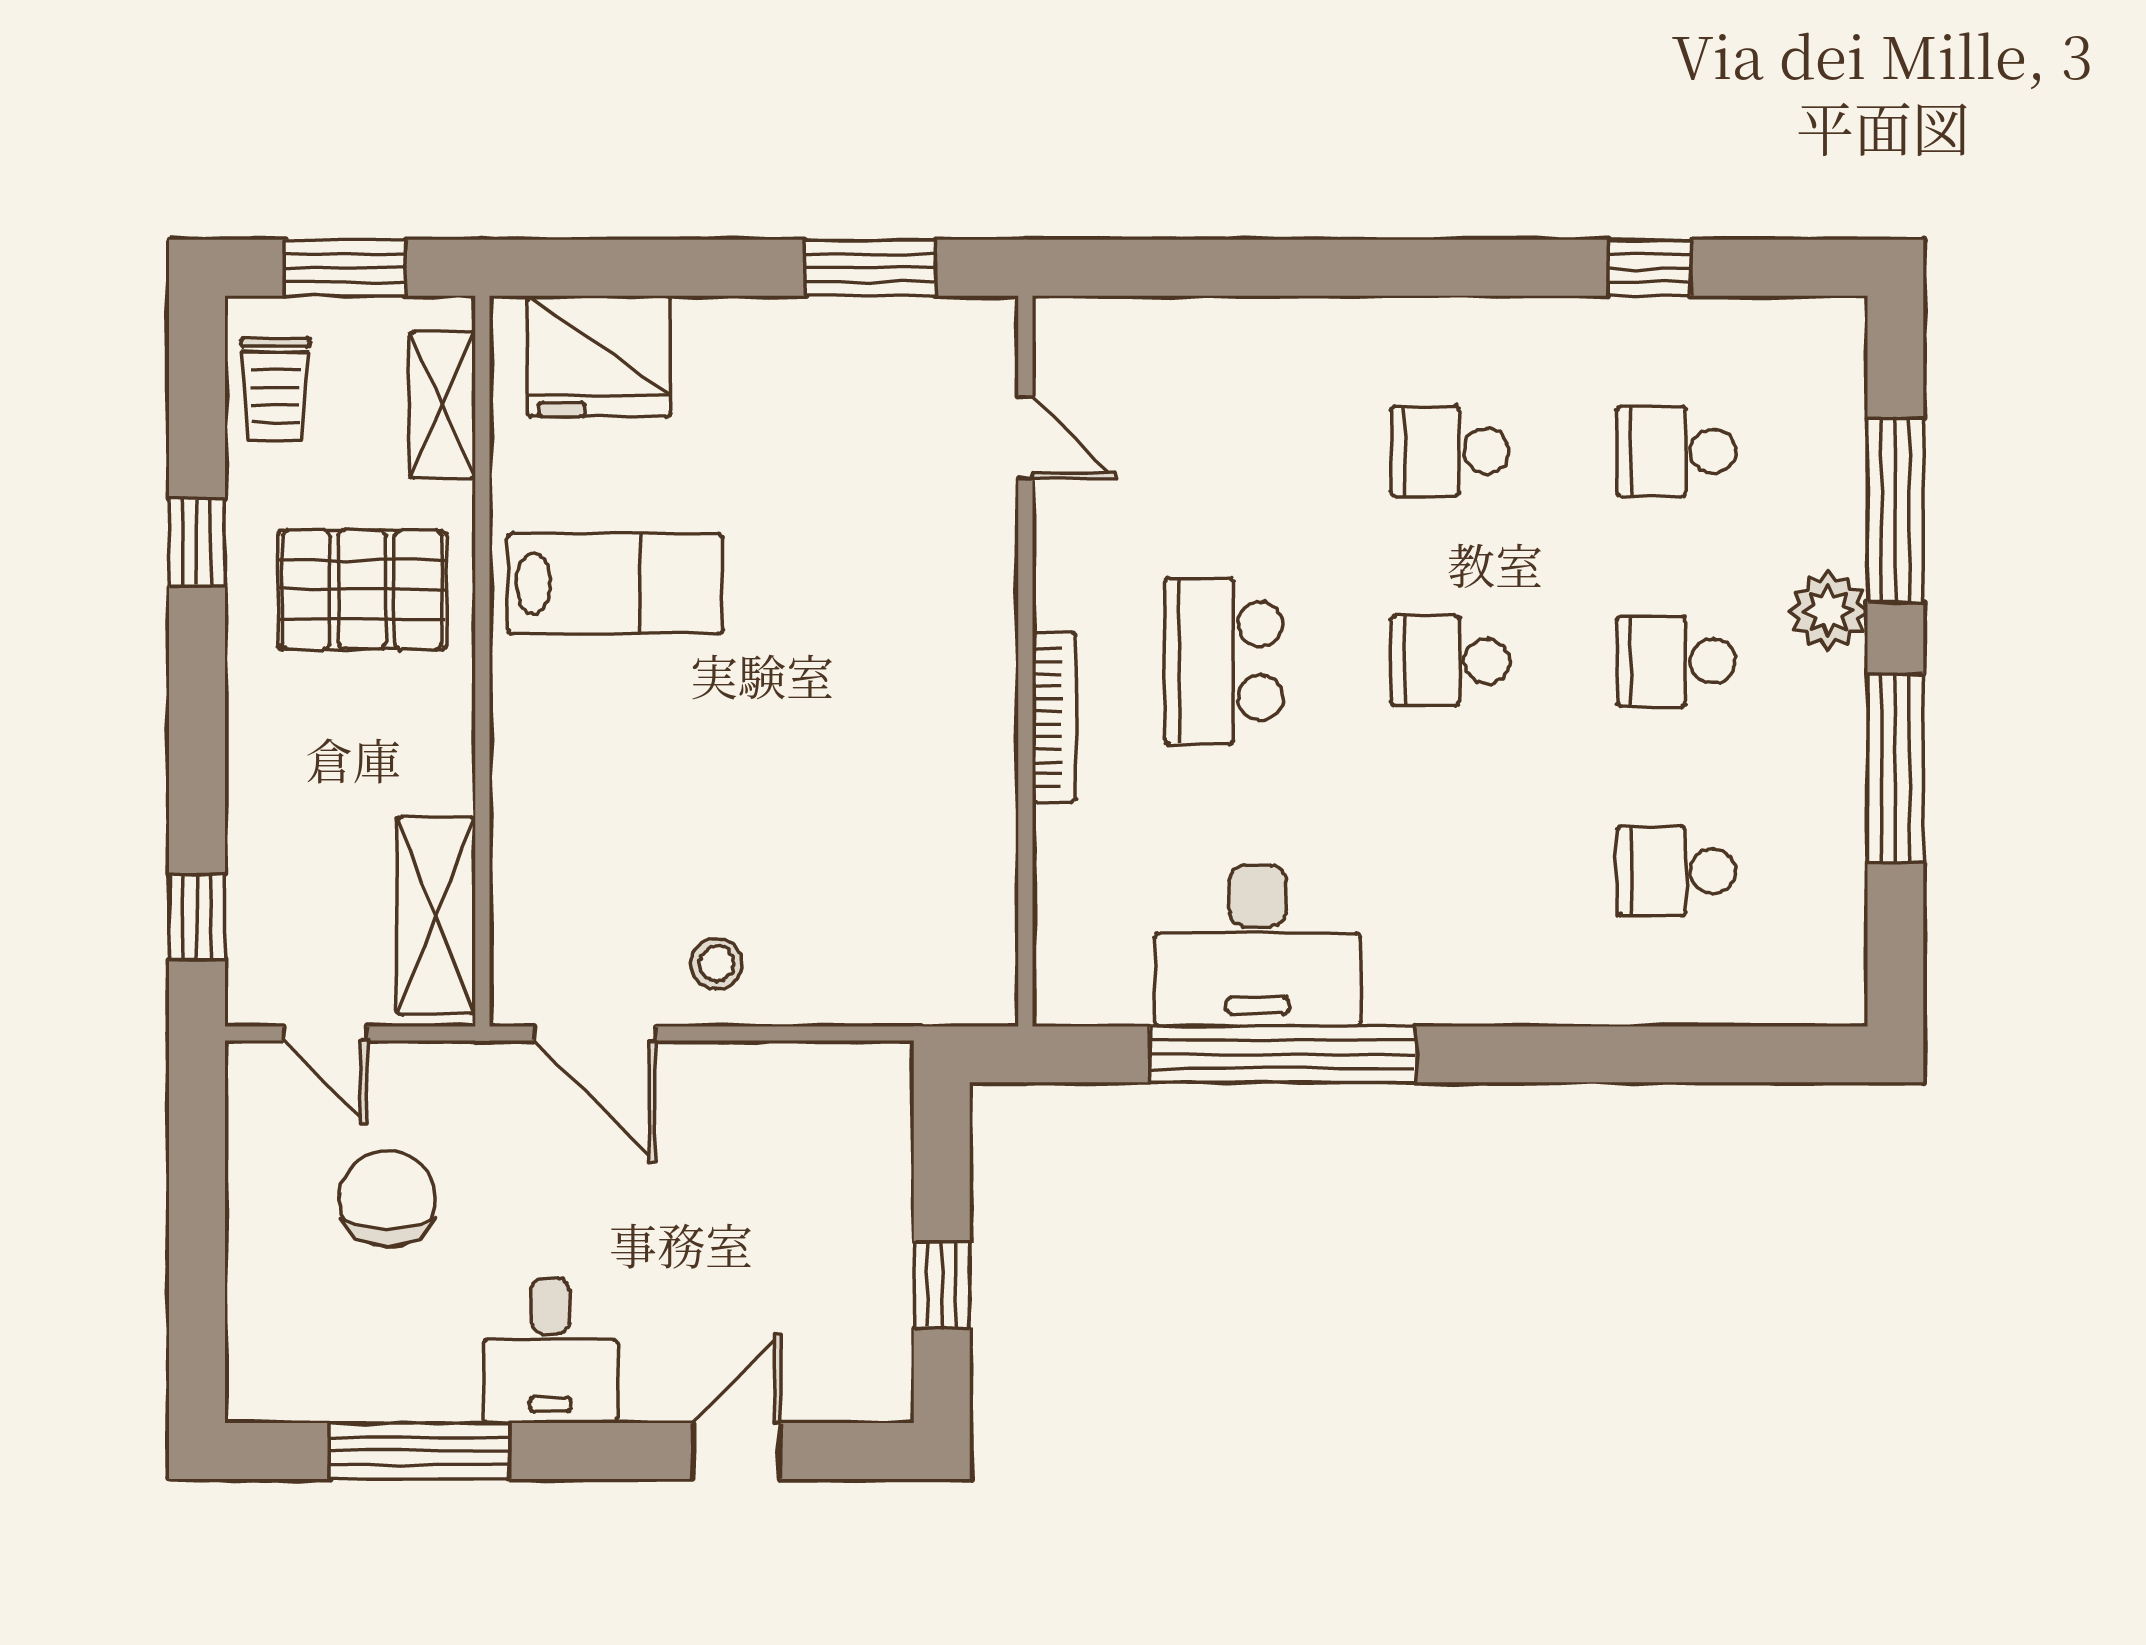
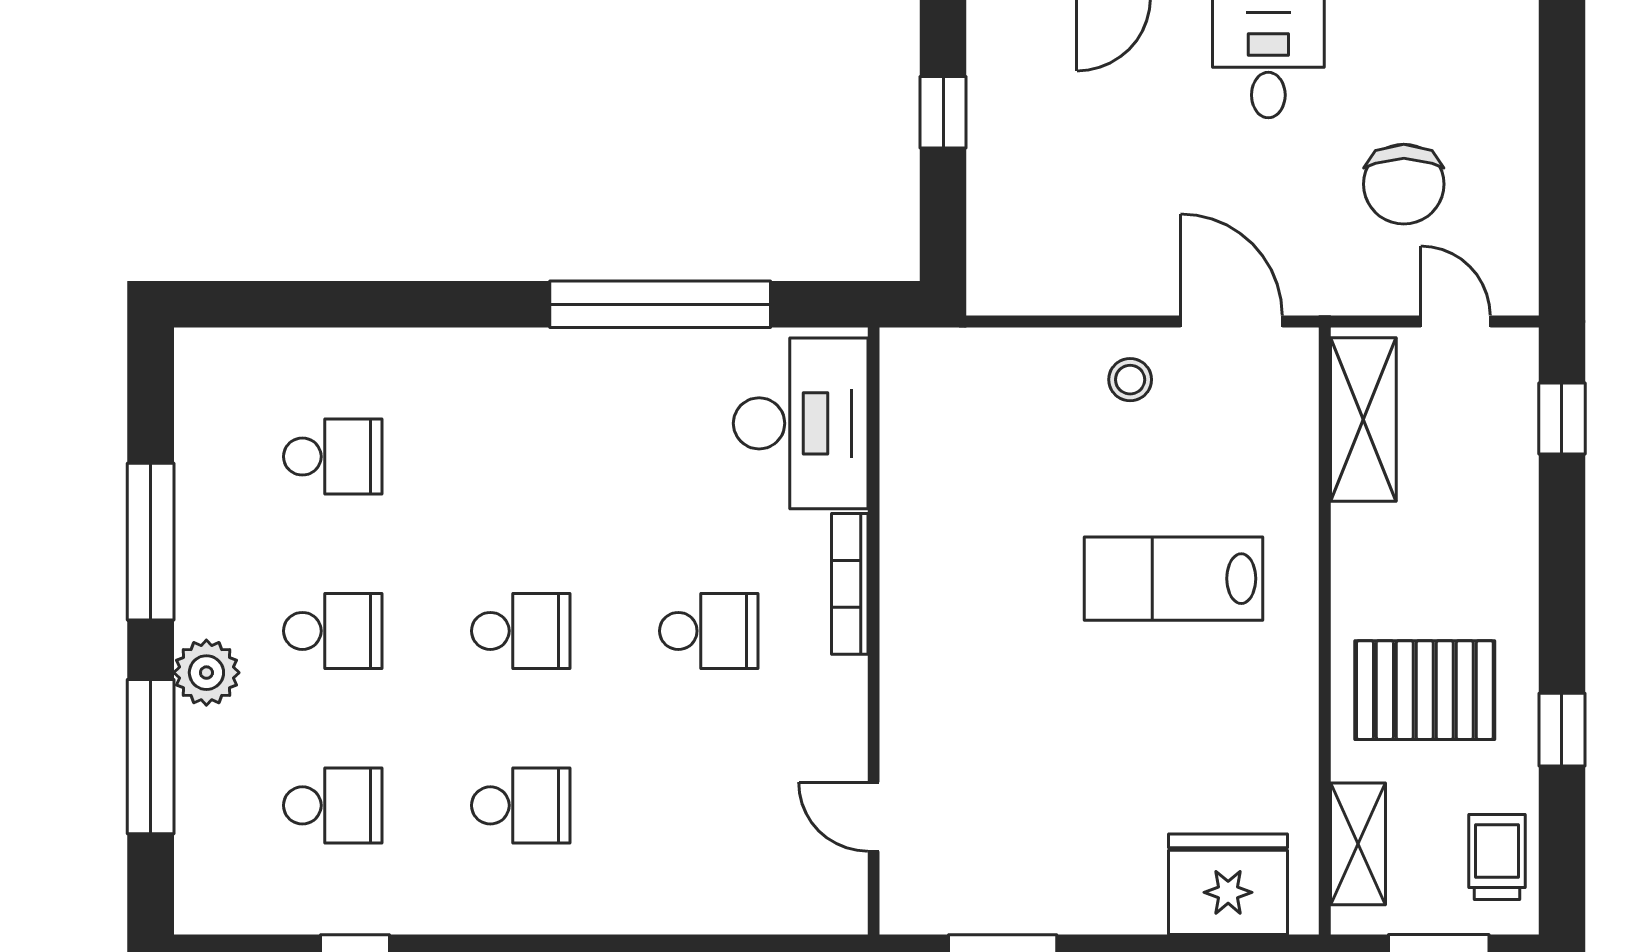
lab bench: (615, 583) -> (1173, 579), moved
school desk: (1224, 661) -> (709, 631), width x0.54
desk: (1258, 946) -> (801, 423), moved, turned 90

